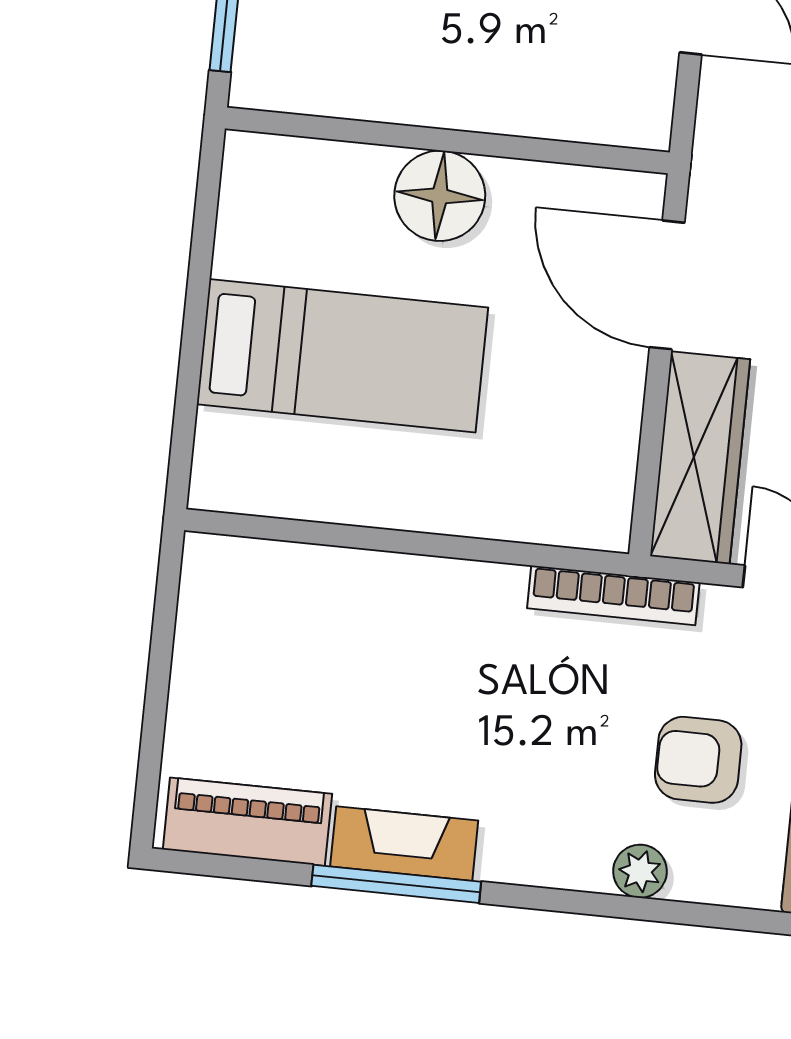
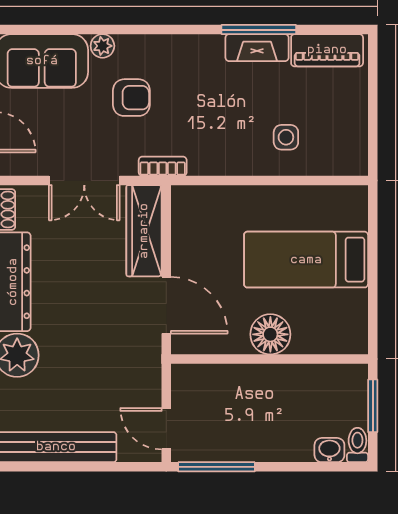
bookcase: (613, 595) -> (163, 166), width x0.64
side table: (360, 635) -> (286, 137), added
plant: (640, 871) -> (102, 46), moved

